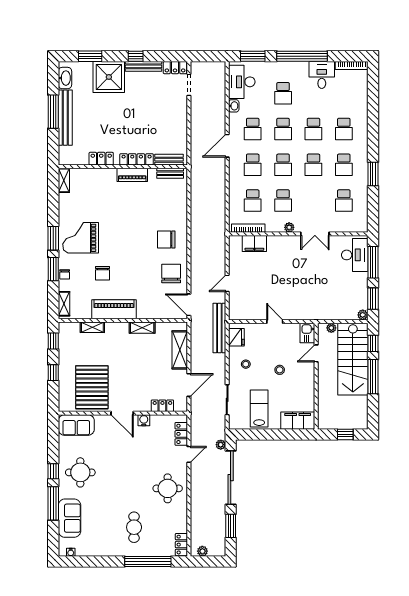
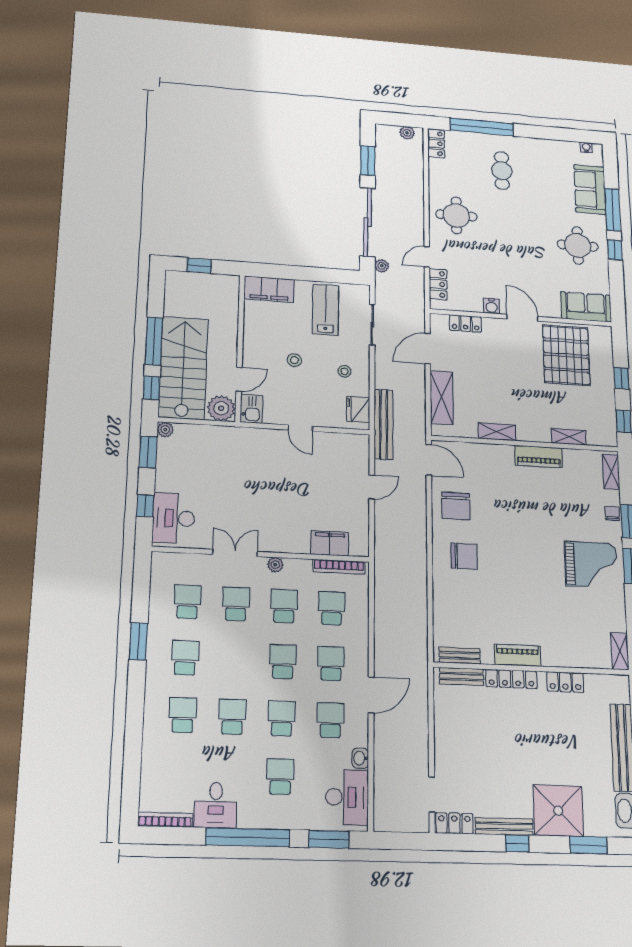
school desk: (313, 165) -> (236, 604), moved
window: (373, 262) -> (145, 506), width x0.46
chair: (102, 273) -> (557, 512), removed
piano: (114, 309) -> (538, 457), width x0.73, depth x0.75
plant: (331, 328) -> (221, 408), width x1.87, depth x1.87
lab bench: (259, 408) -> (326, 310), turned 180

